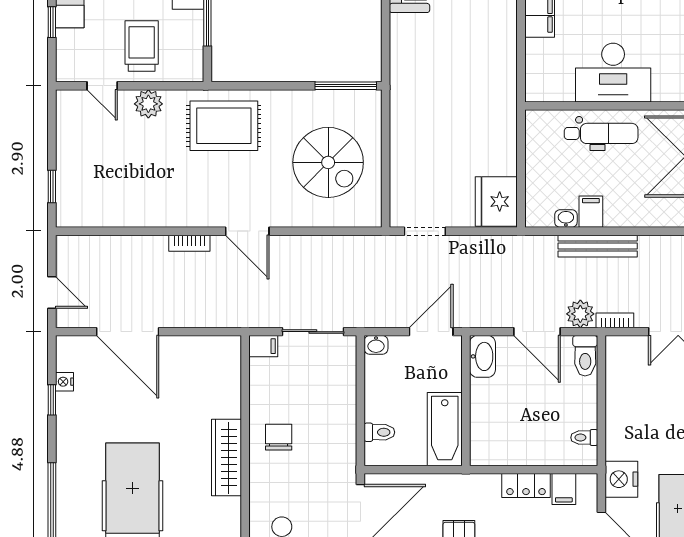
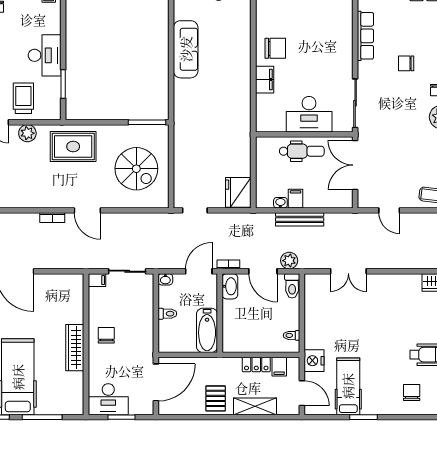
bookcase: (615, 320) -> (228, 264), moved
toilet: (379, 432) -> (167, 314), moved

